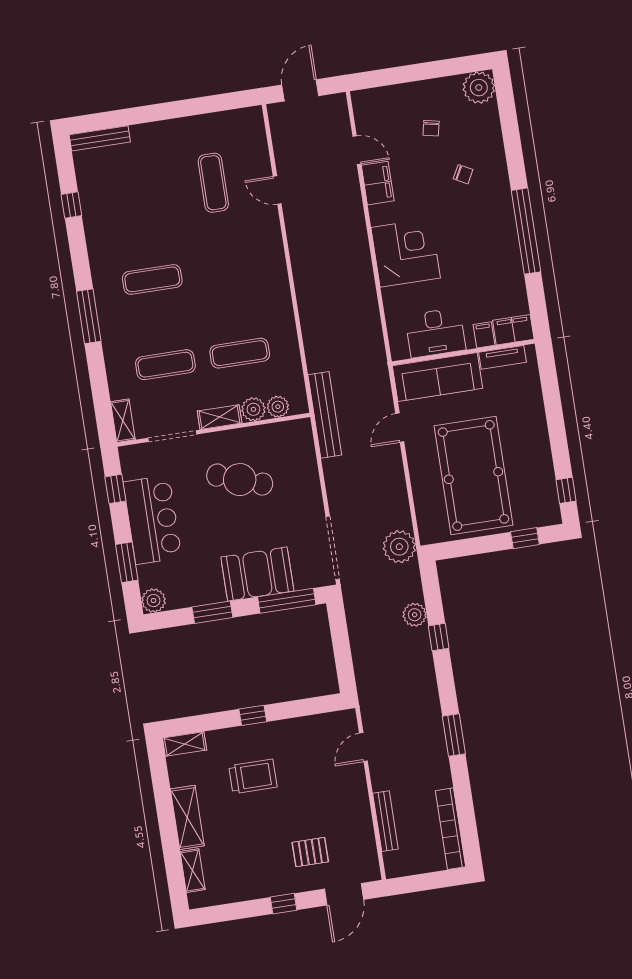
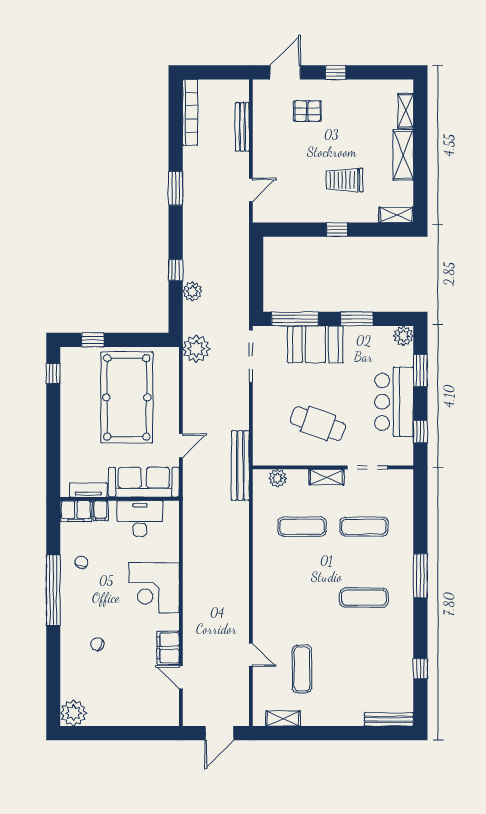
chair: (431, 128) -> (81, 562), moved
plant: (253, 409) -> (298, 479), removed
shelving: (123, 421) -> (283, 719), moved, turned 90

